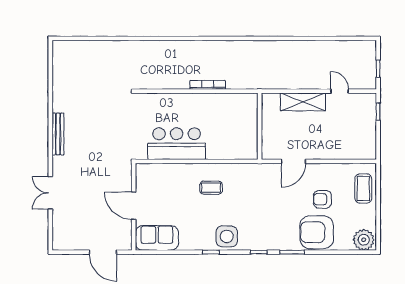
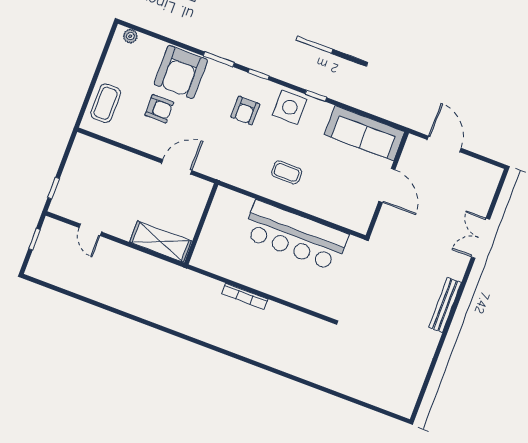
shelving: (303, 102) -> (160, 242), moved
bar counter: (177, 144) -> (295, 236), width x1.36
double door: (50, 193) -> (480, 238), swing flipped
armchair: (258, 222) -> (245, 111), added
armchair: (317, 232) -> (181, 72), turned 90
sofa: (157, 238) -> (364, 133), width x1.36
plant: (364, 240) -> (130, 36), width x0.53, depth x0.53

